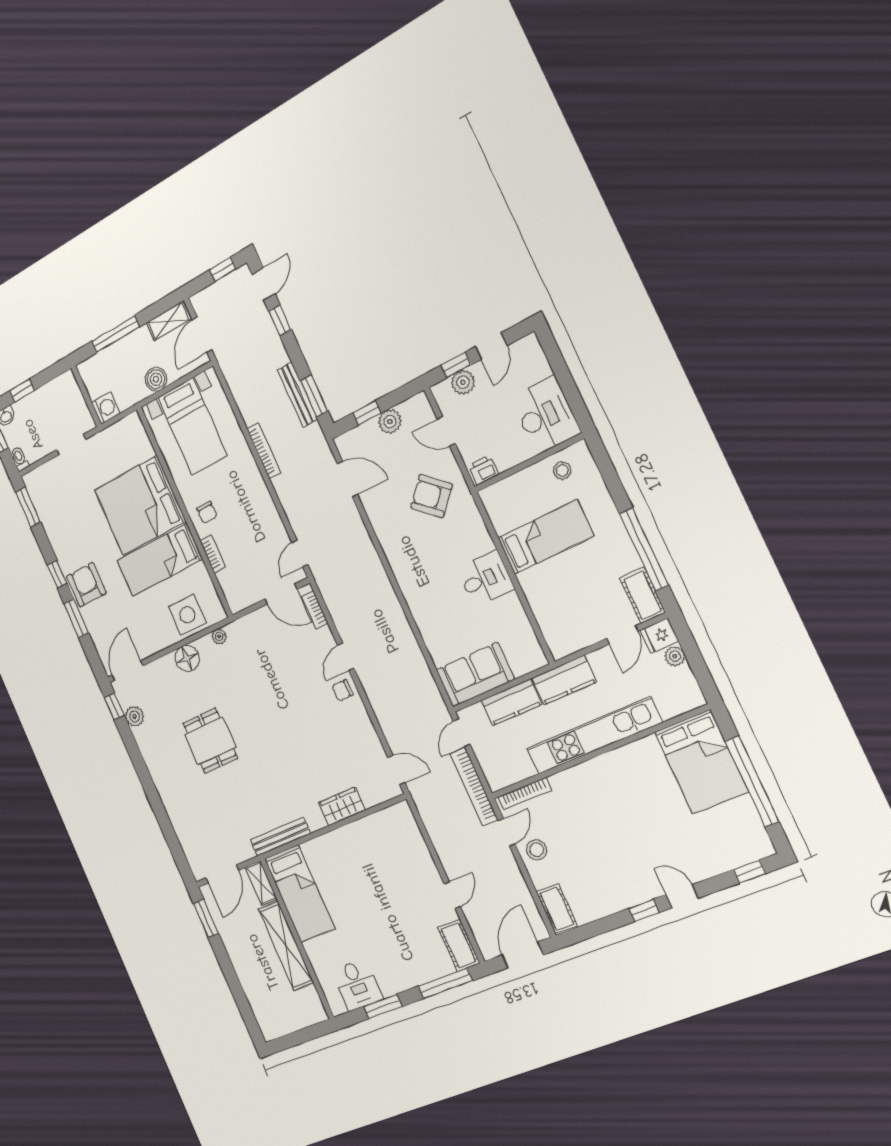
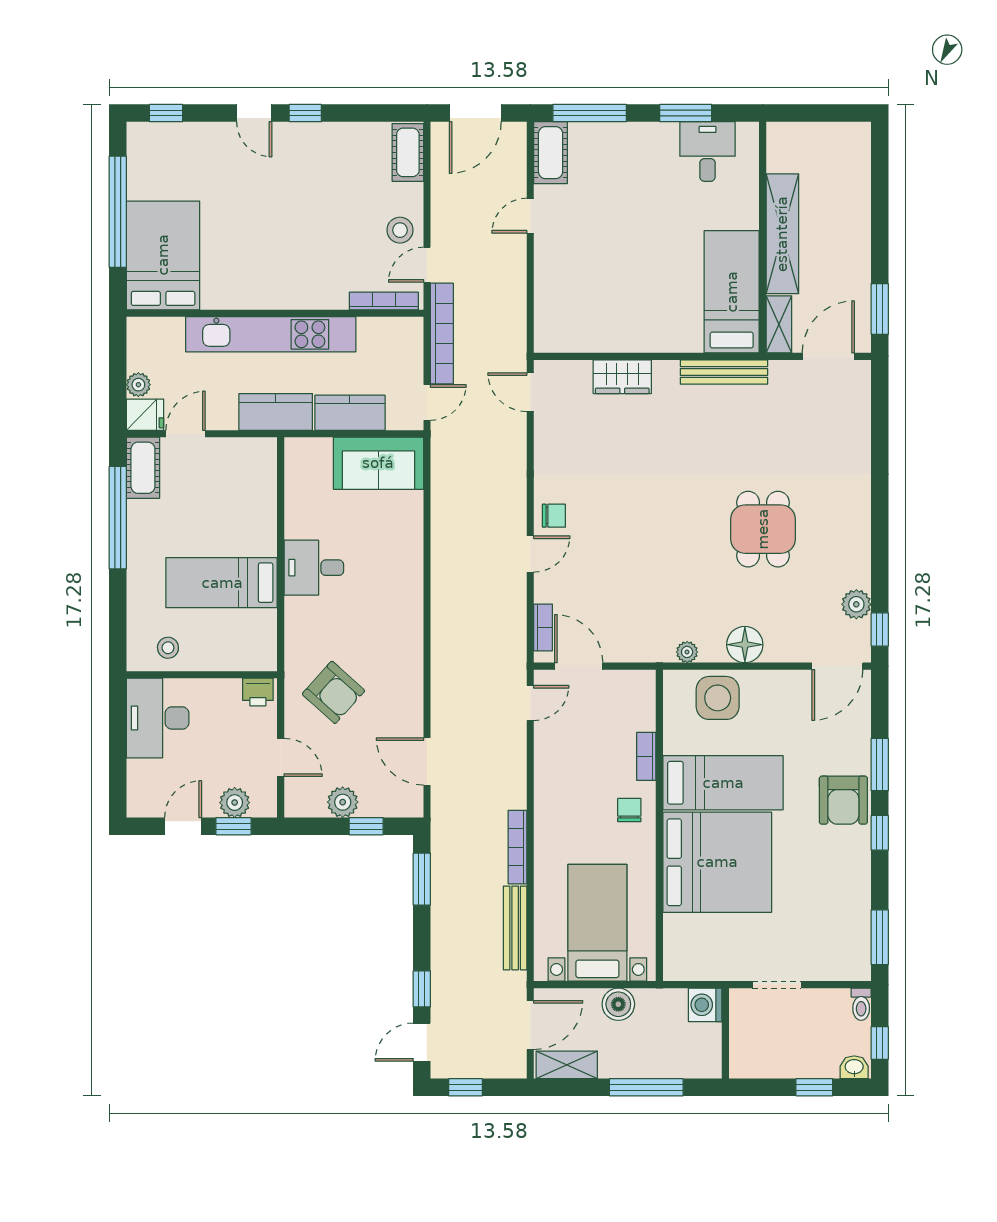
bench: (297, 395) -> (515, 928), moved

